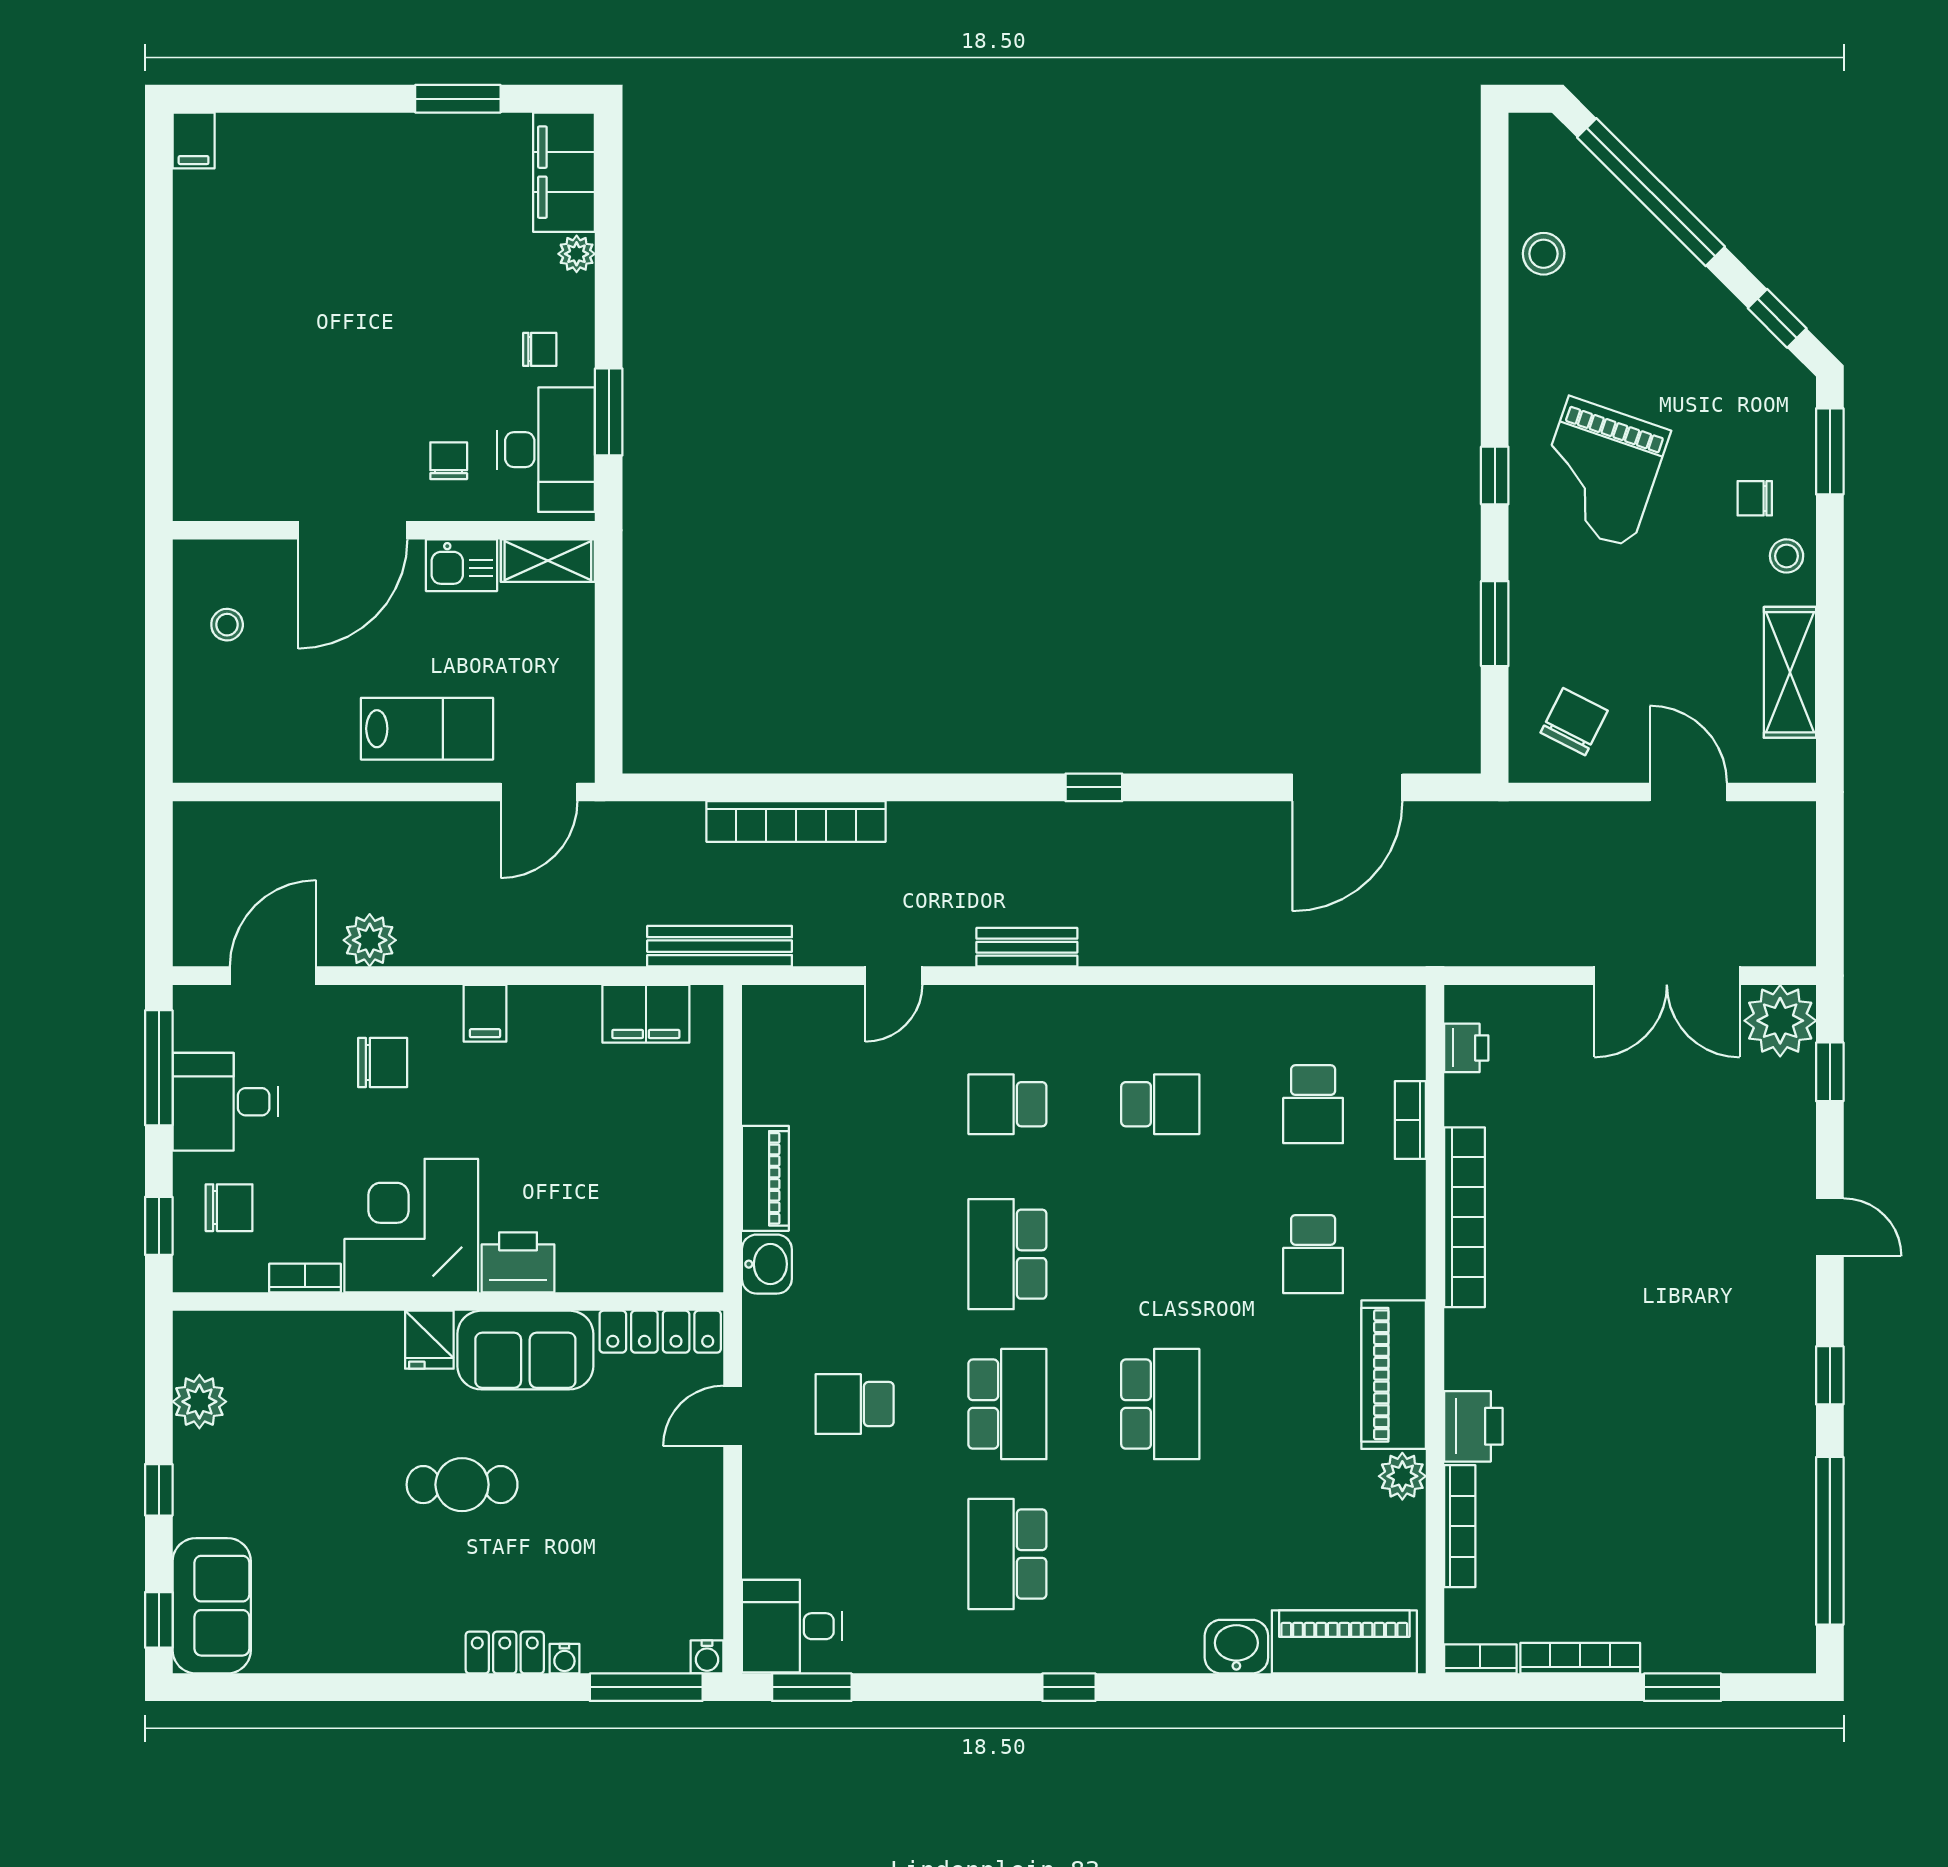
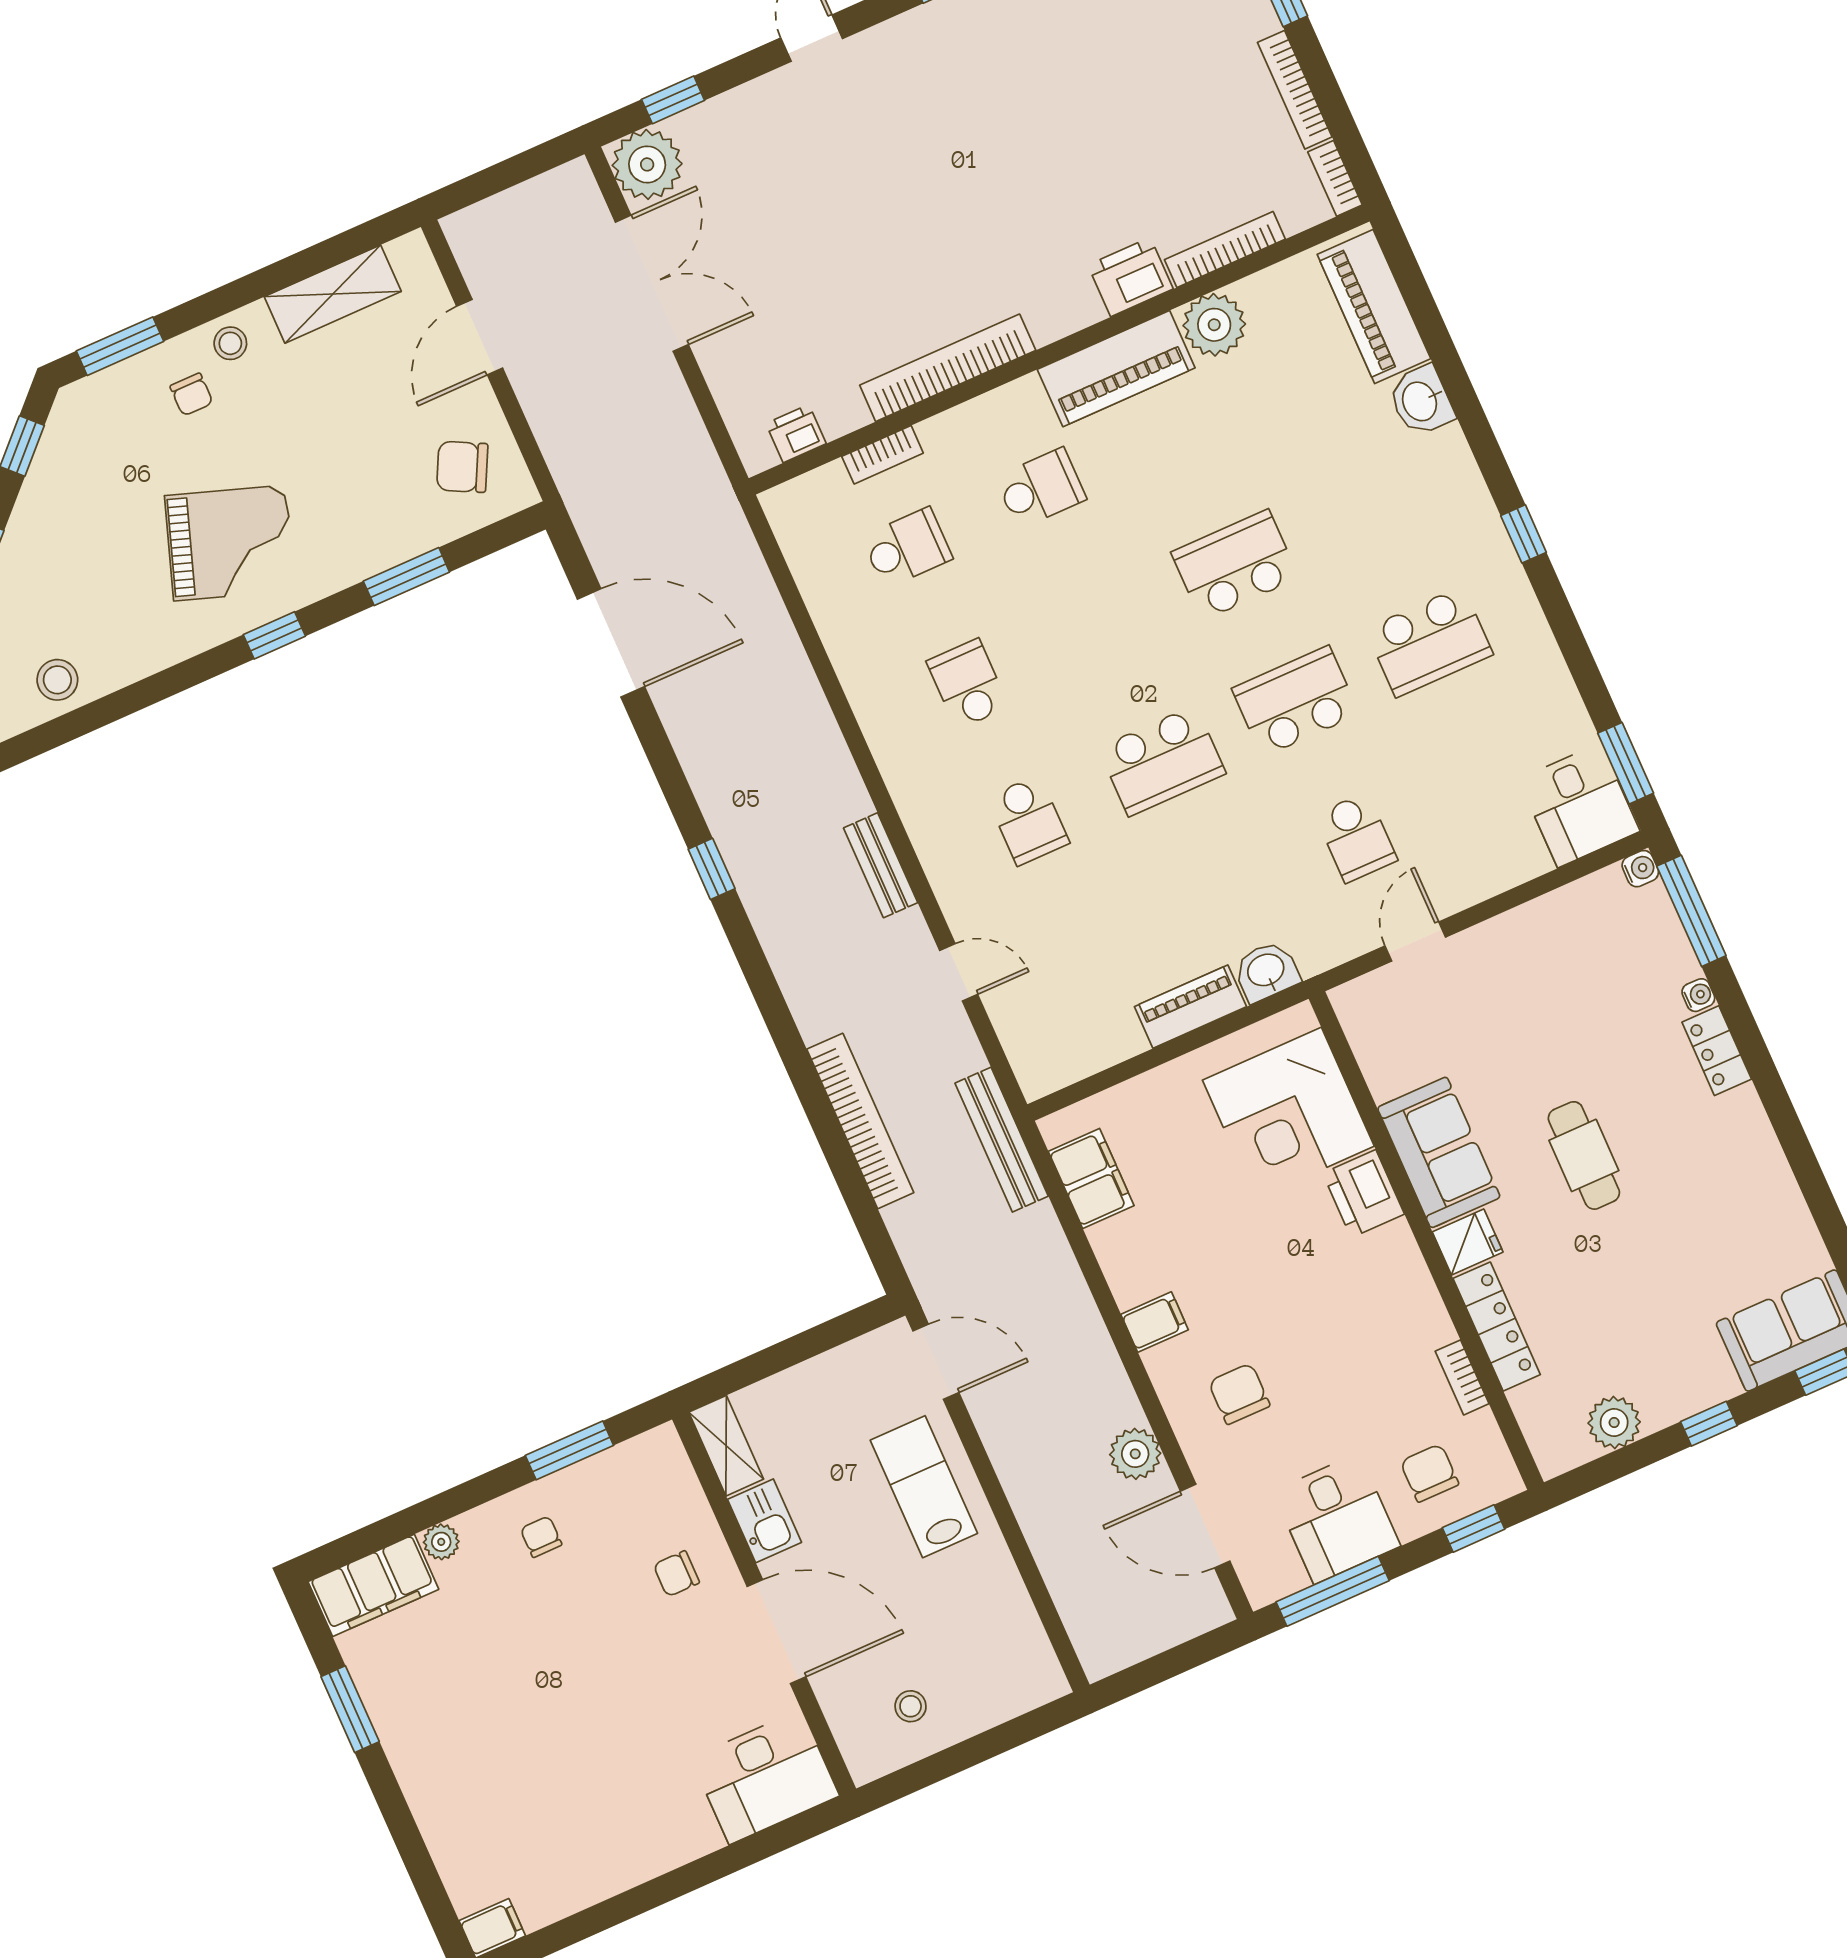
desk: (546, 450) -> (765, 1777), moved, turned 180
corner desk: (411, 1226) -> (1288, 1113), moved
locker: (660, 1332) -> (1497, 1327), moved
door: (733, 1416) -> (1415, 941), swing flipped
plant: (1402, 1476) -> (1214, 325), width x1.36, depth x1.36

